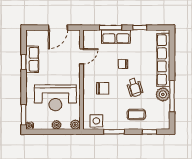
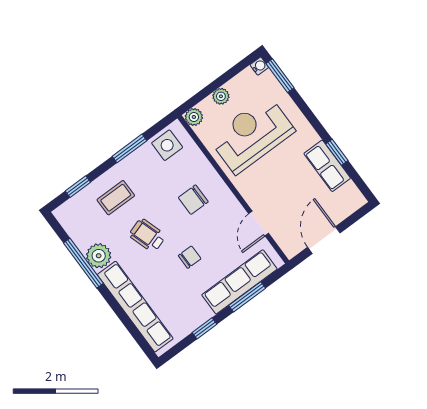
row of seats: (116, 37) -> (239, 282), width x1.48

